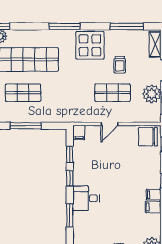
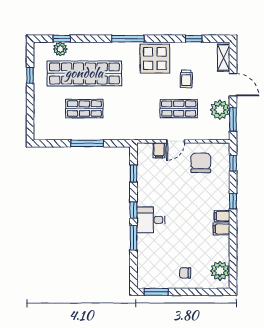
window: (127, 26) -> (194, 39), width x0.46
filing cabinet: (79, 132) -> (159, 150), moved
chair: (148, 137) -> (201, 163), moved, turned 90
window: (70, 178) -> (134, 210), moved

